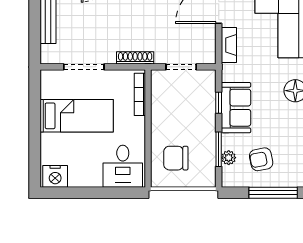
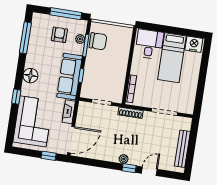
sofa: (236, 108) -> (70, 76), width x1.36
bed: (77, 116) -> (172, 58), moved, turned -90
chair: (176, 158) -> (98, 41), moved
armchair: (261, 159) -> (59, 35), turned -79
window: (273, 193) -> (66, 14), moved

